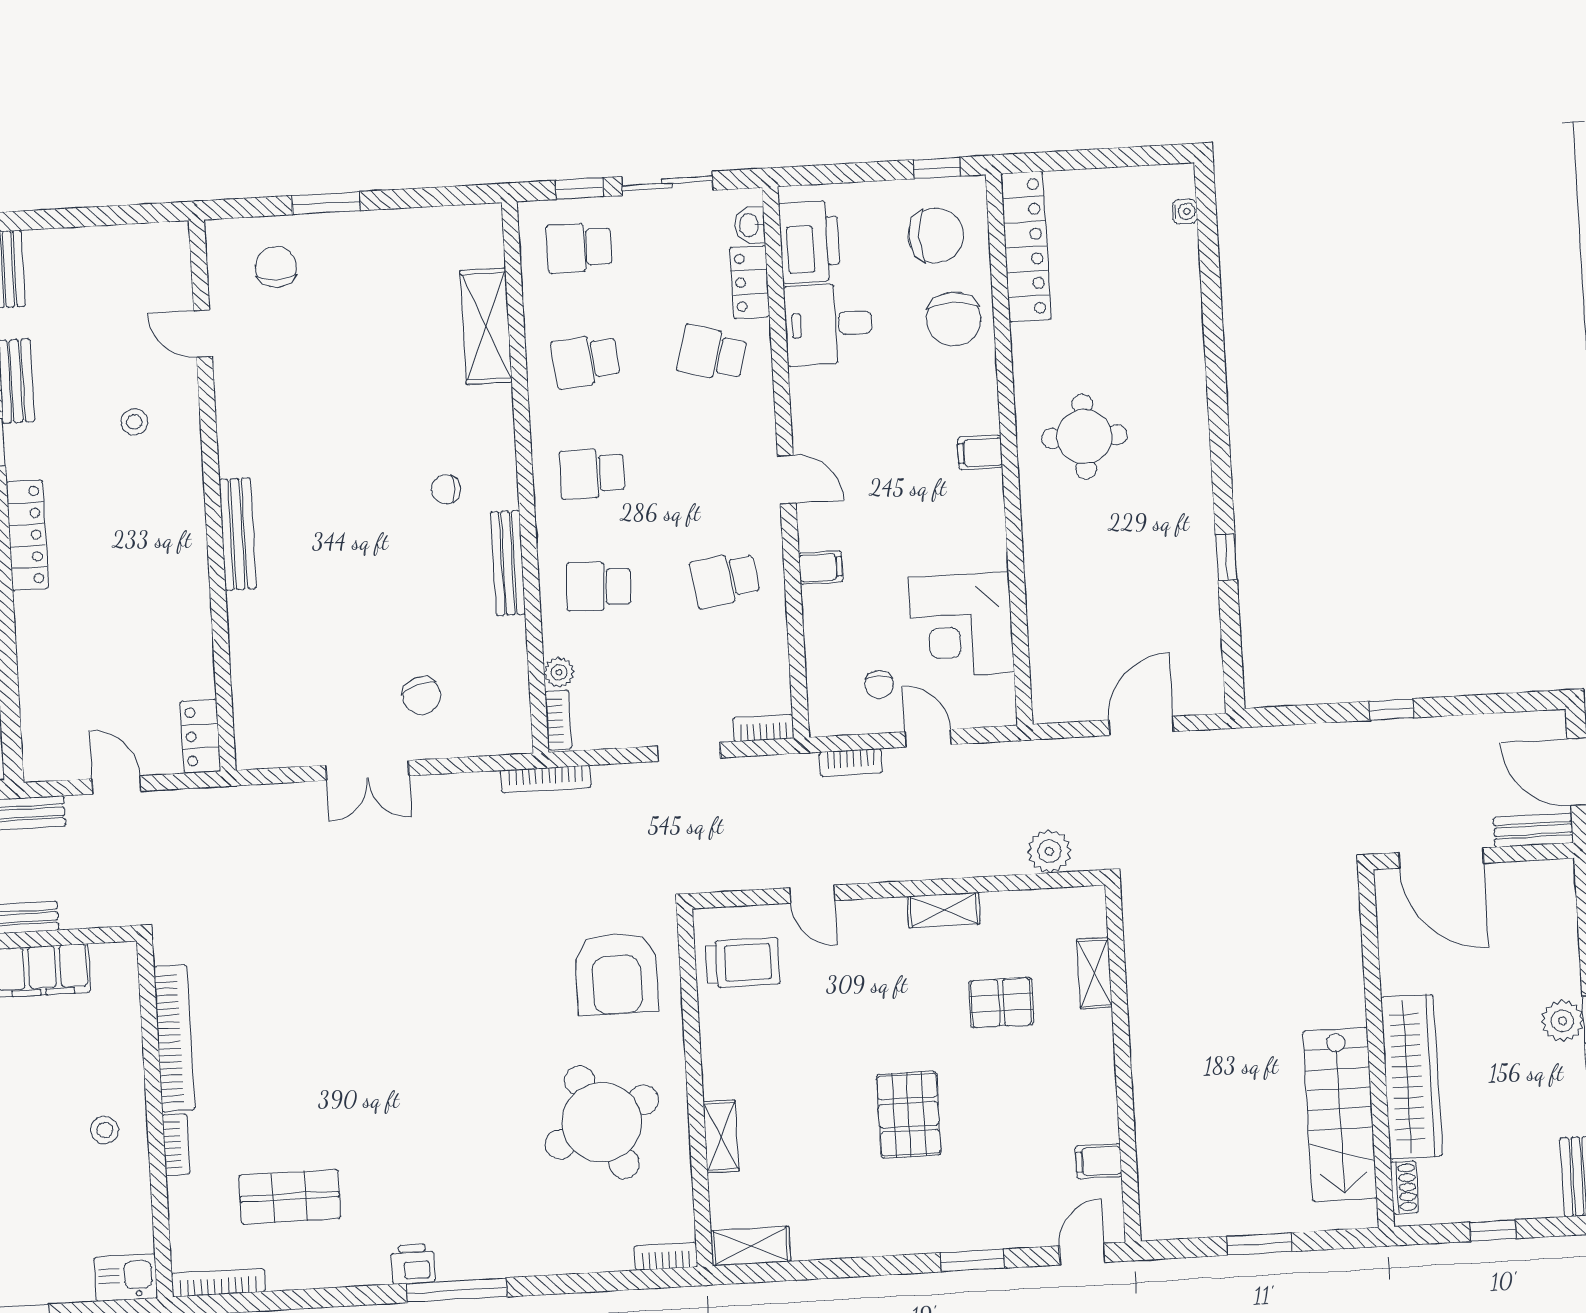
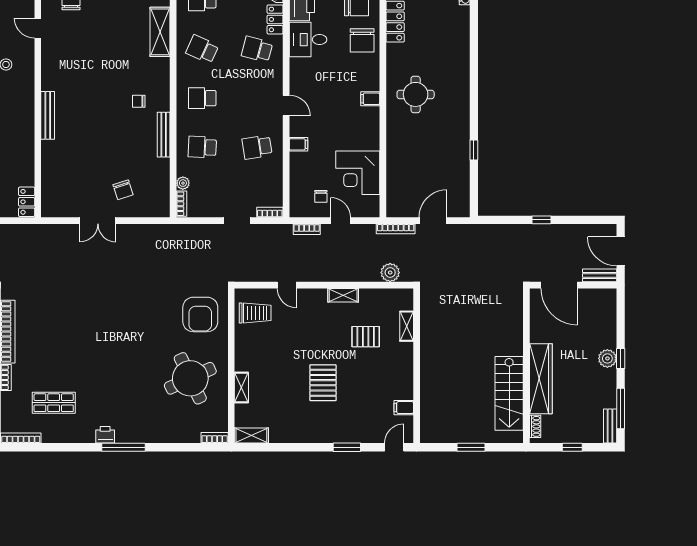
school desk: (586, 361) -> (202, 49), turned 30
bookcase: (546, 779) -> (396, 229), moved

